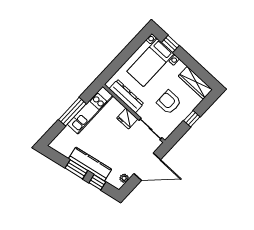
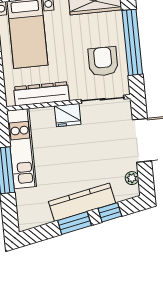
armchair: (169, 102) -> (103, 61), moved, turned 90
window: (192, 119) -> (132, 42), width x3.17

